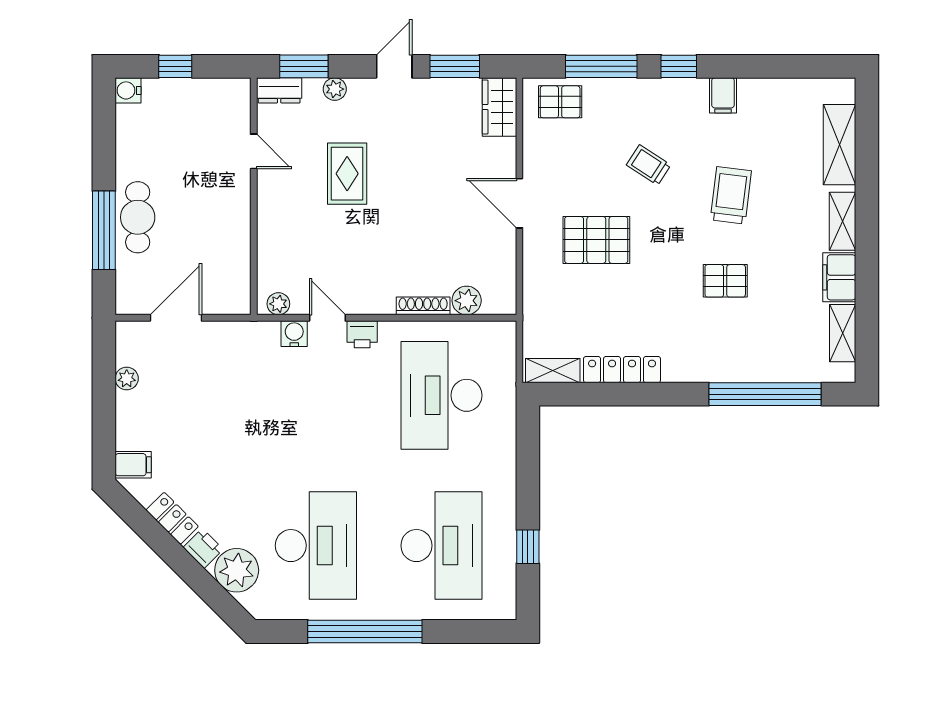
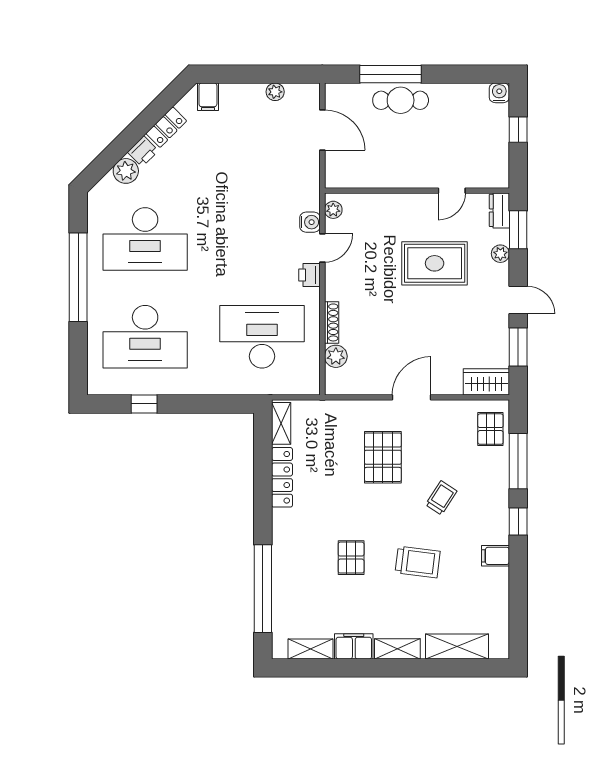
rug: (347, 174) -> (435, 263), width x1.36, depth x1.43
plant: (237, 570) -> (126, 171), width x0.73, depth x0.73

